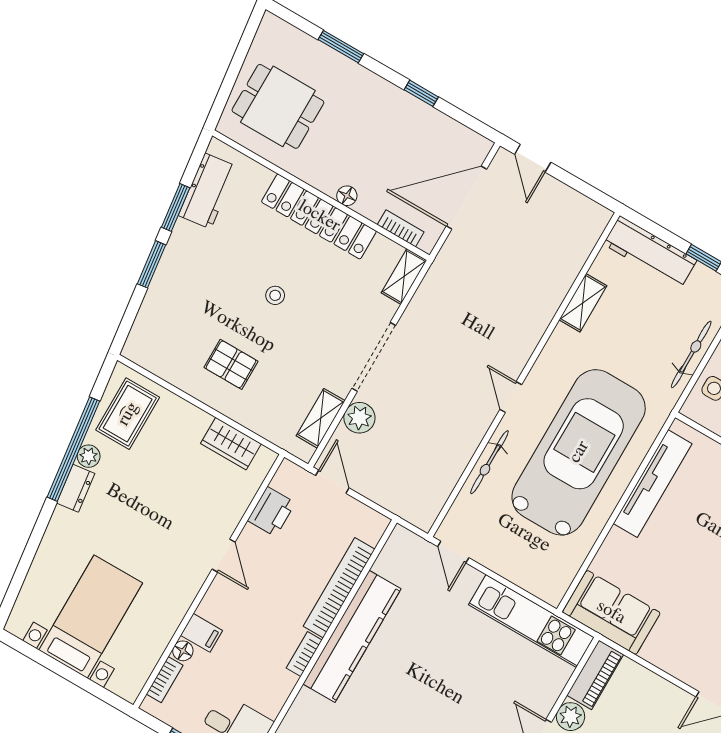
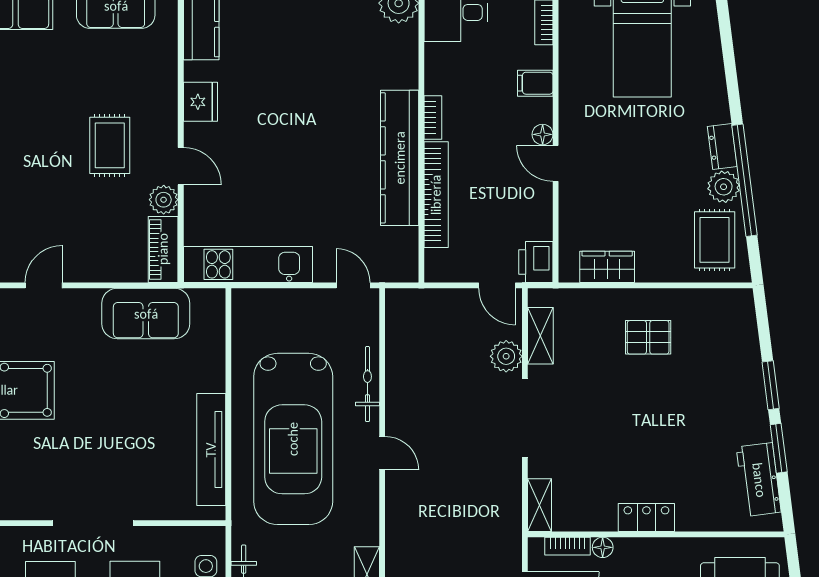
floor lamp: (347, 196) -> (603, 547), moved
locker: (319, 216) -> (646, 517), width x0.46, depth x0.83
stool: (275, 295) -> (645, 422), removed
plant: (89, 456) -> (724, 187), width x1.38, depth x1.38
printer: (271, 512) -> (536, 262), moved
sofa: (611, 612) -> (146, 314), moved
floor lamp: (183, 651) -> (543, 134), moved

